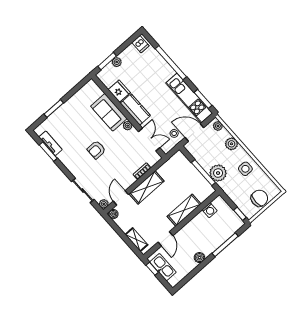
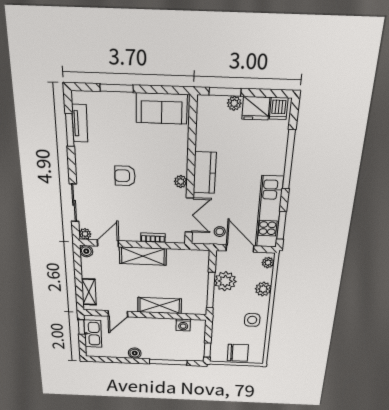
fridge: (119, 91) -> (256, 108), moved, turned 90
sofa: (109, 112) -> (162, 108), moved, turned -90
plant: (218, 173) -> (225, 281), moved

